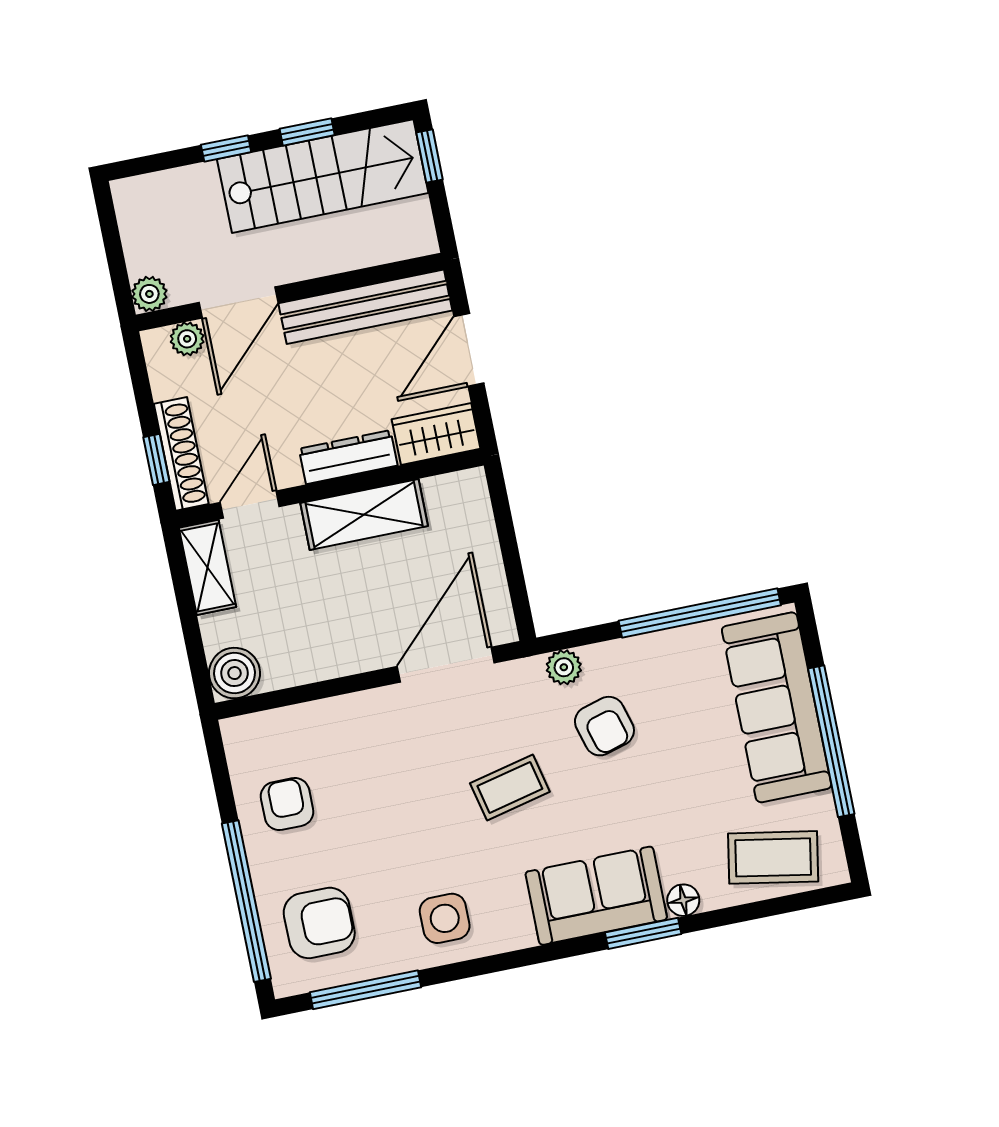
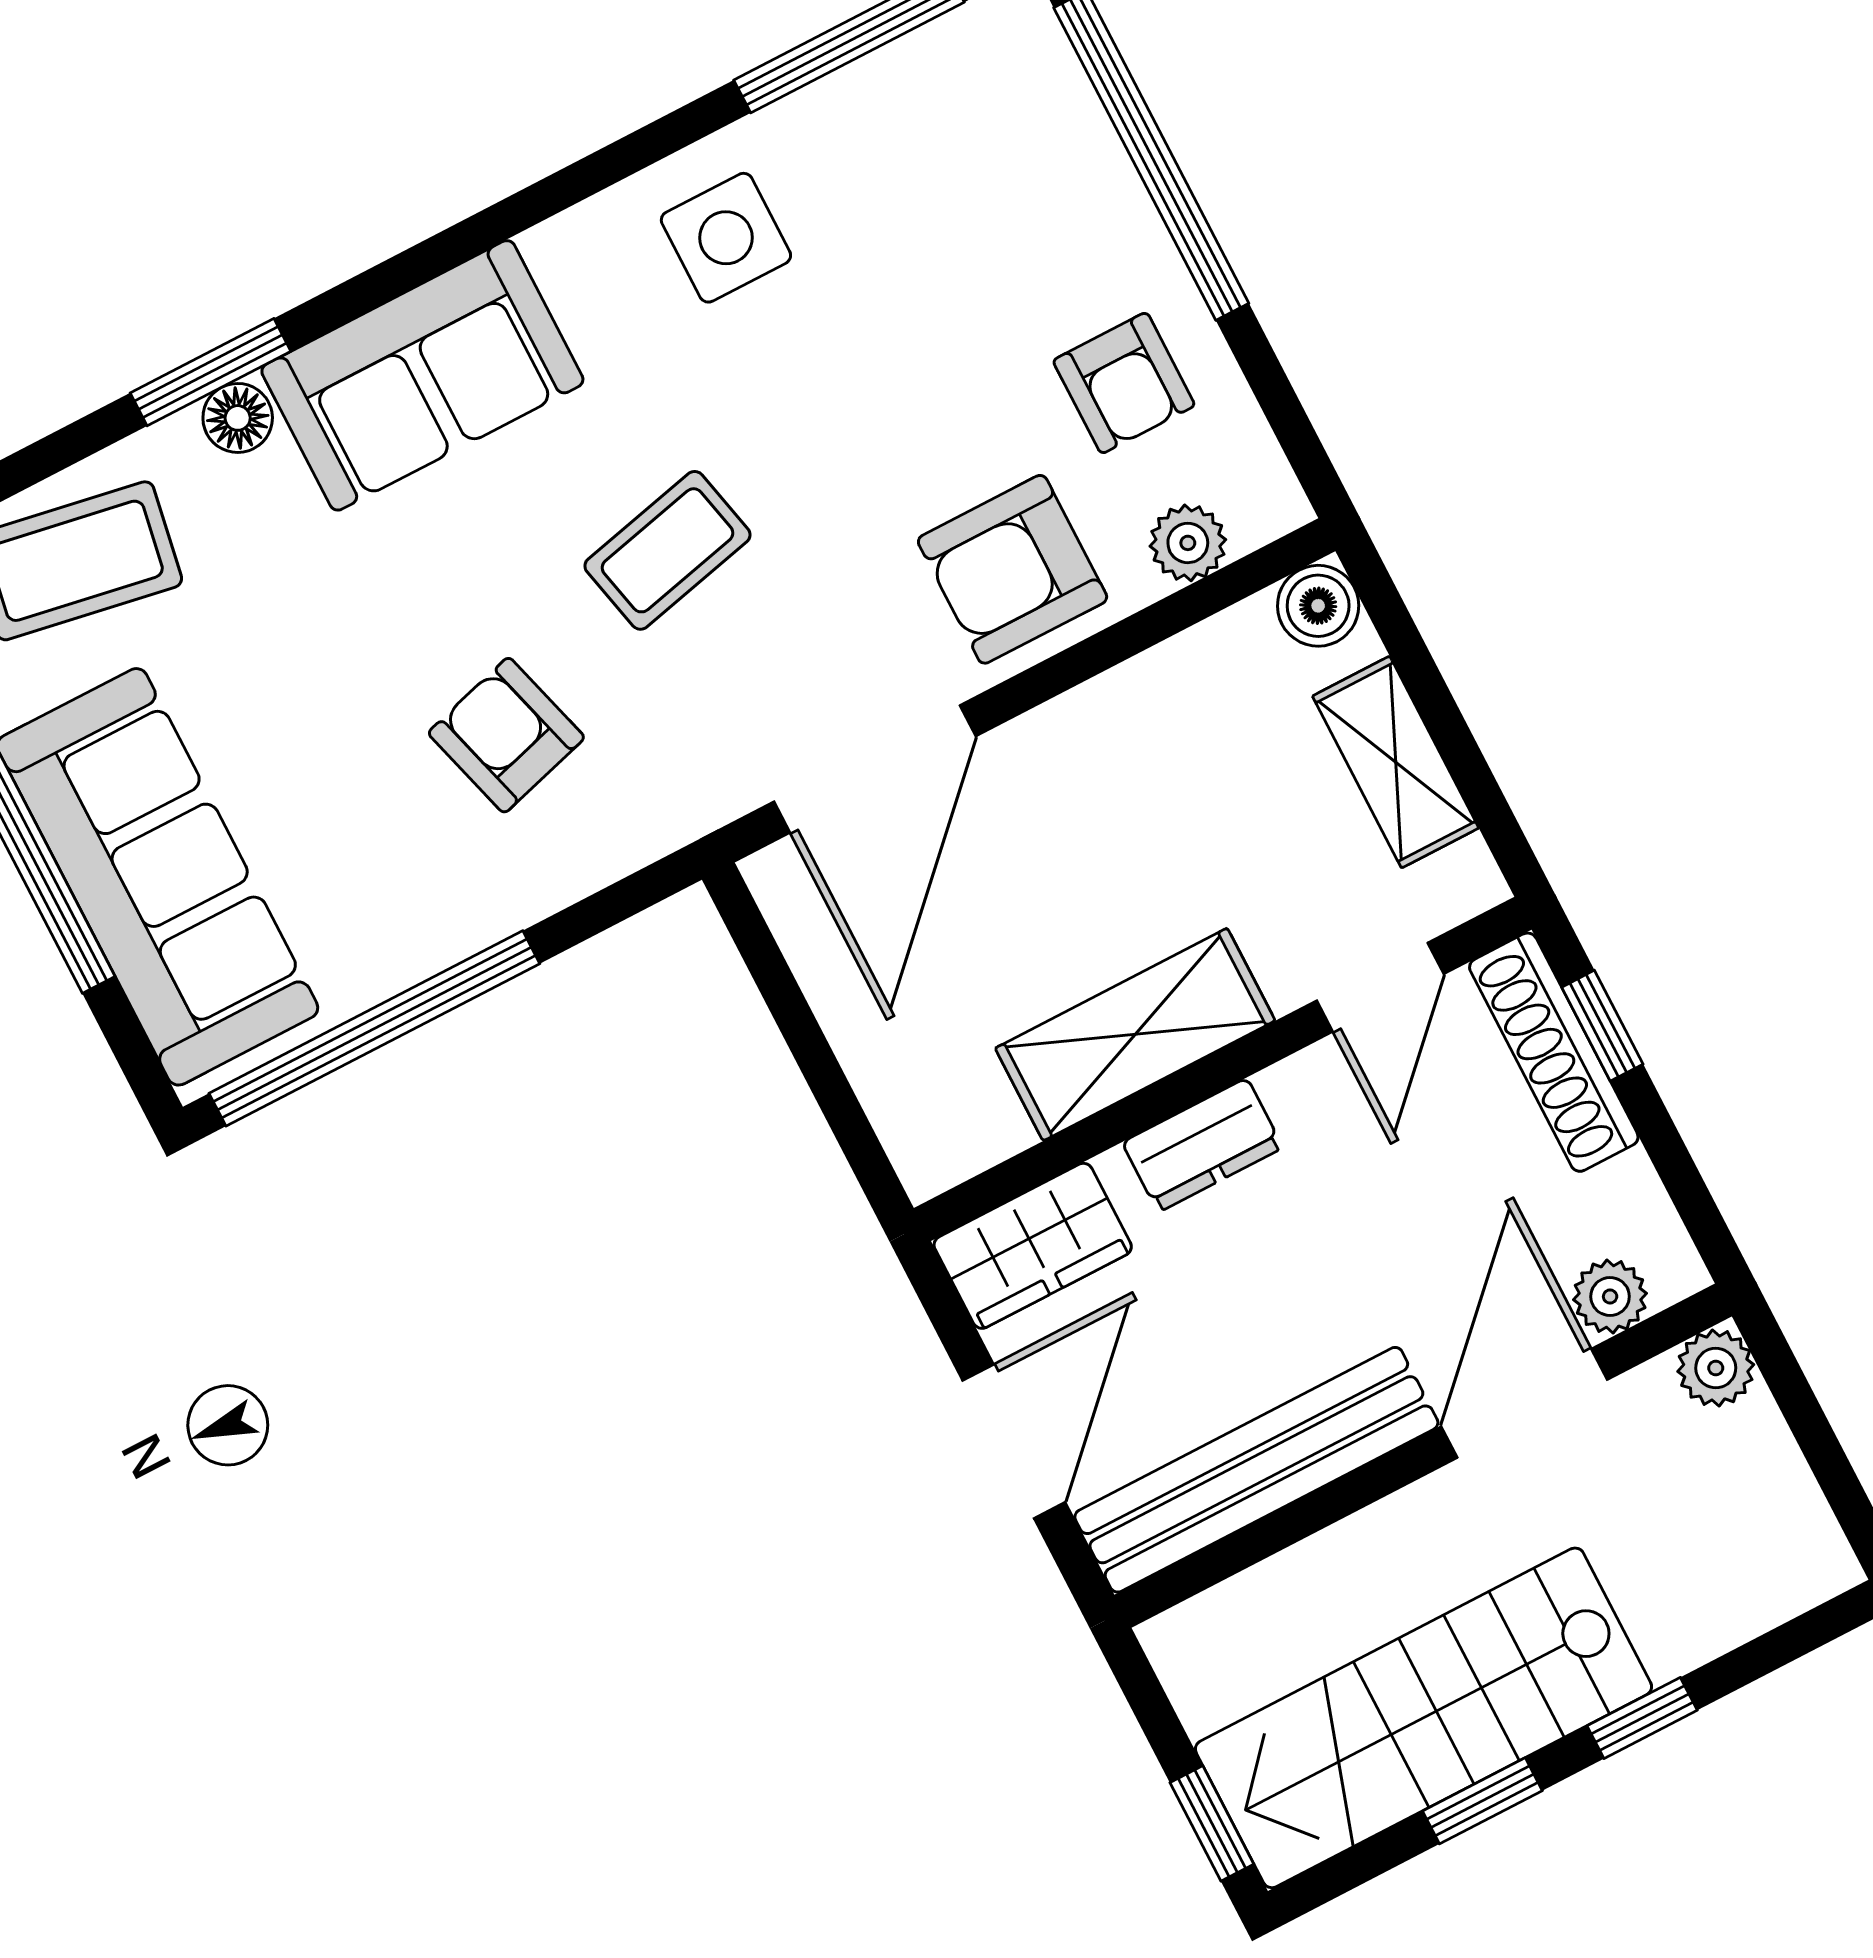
dresser: (348, 457) -> (1203, 1145), width x0.70
shelving: (208, 567) -> (1396, 762), moved
plant: (564, 667) -> (1188, 543), moved
boiler: (234, 673) -> (1318, 606), width x0.73, depth x0.73
armchair: (319, 923) -> (1013, 569), moved
window: (643, 933) -> (210, 372), moved

